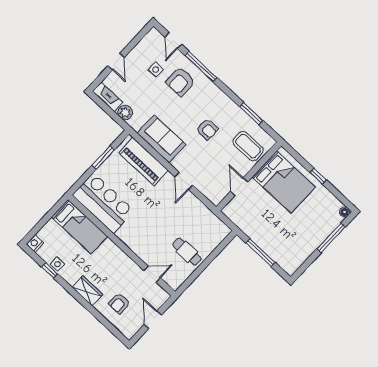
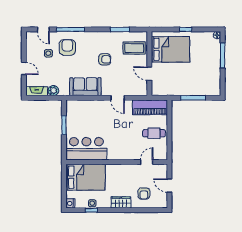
armchair: (181, 82) -> (67, 47), turned 180
piano: (144, 162) -> (150, 107), moved
bed: (80, 227) -> (85, 177), width x1.50

